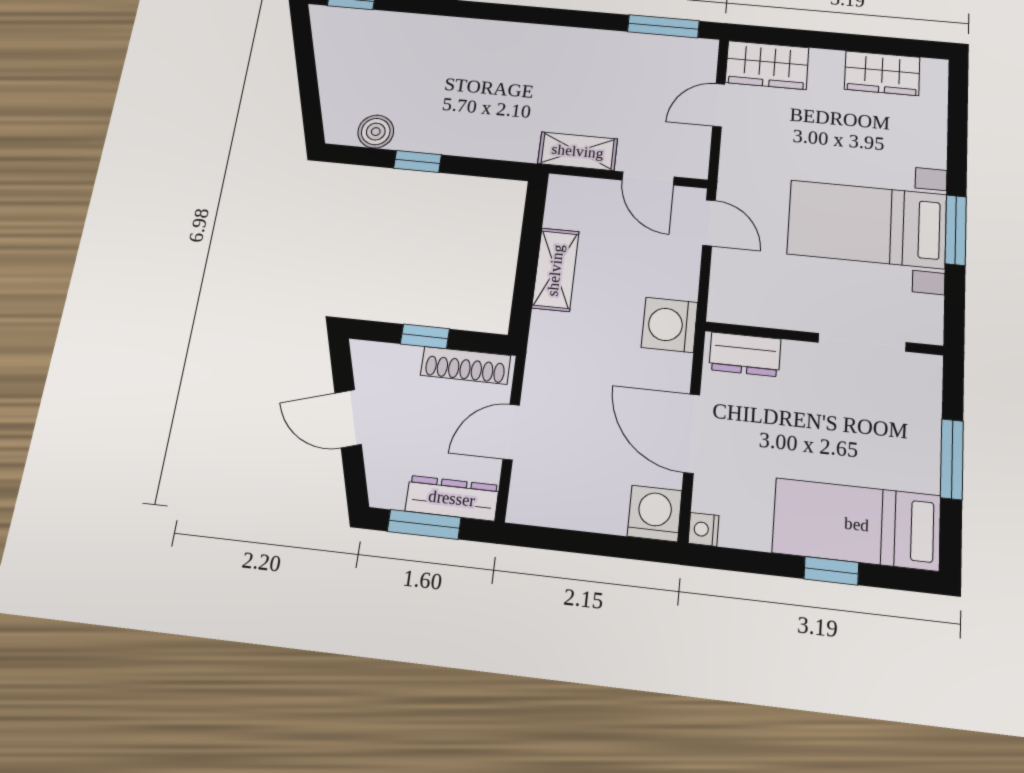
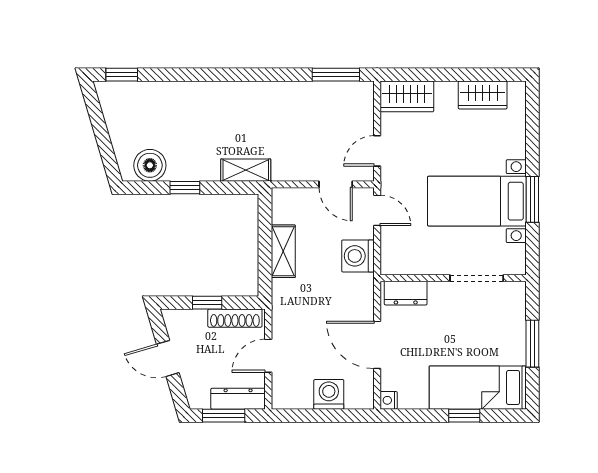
door: (719, 105) -> (377, 151), moved
boiler: (376, 132) -> (150, 165), width x1.36, depth x1.36
shelving: (578, 151) -> (246, 170), moved
washing machine: (670, 325) -> (358, 256), moved
washing machine: (655, 513) -> (329, 394), moved

